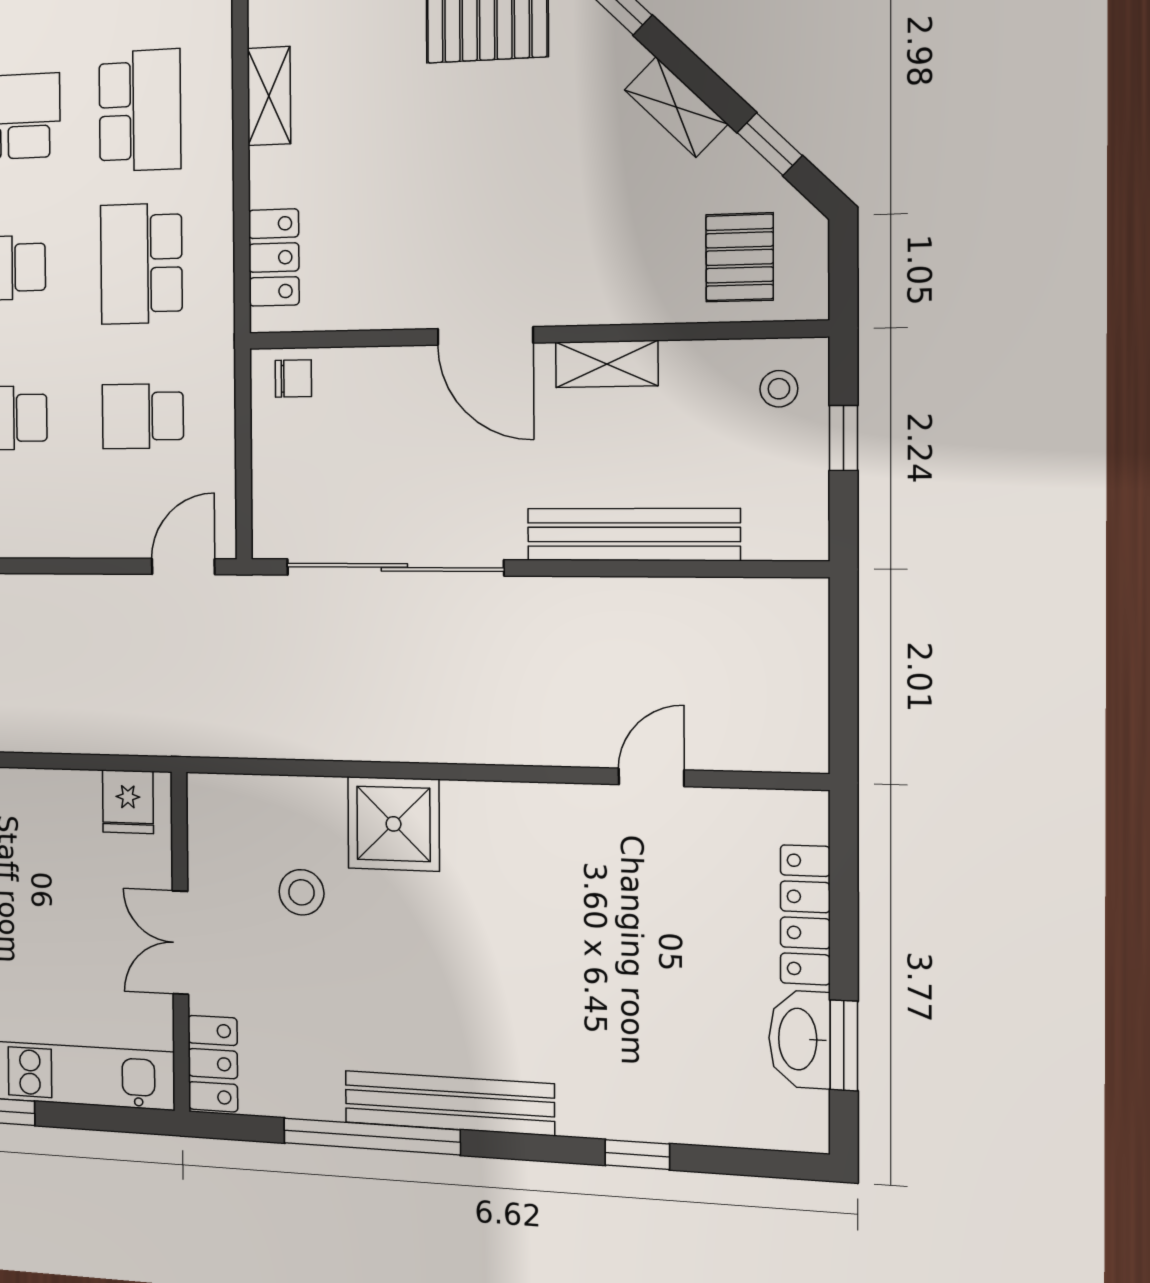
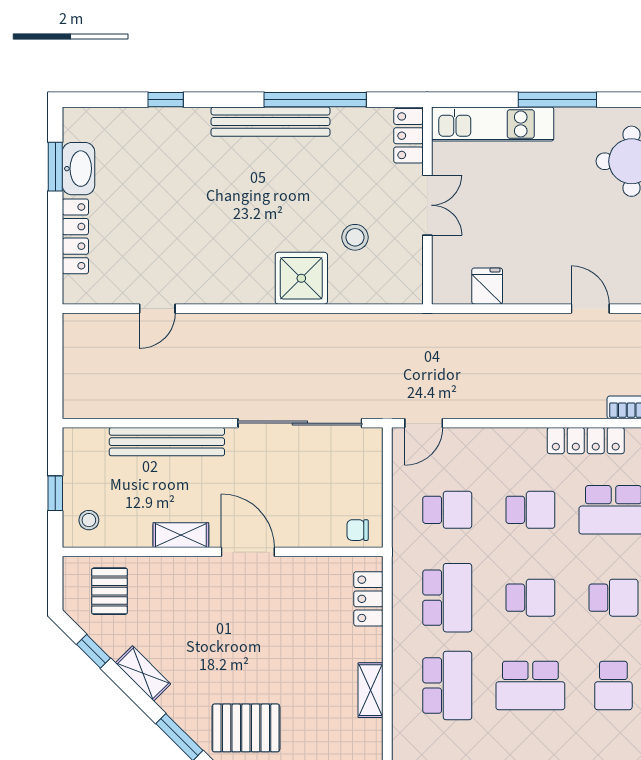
school desk: (140, 110) -> (447, 686), turned 180
fridge: (128, 802) -> (487, 286), moved

